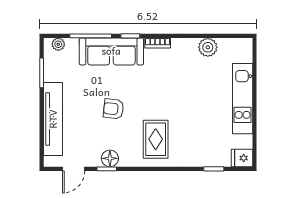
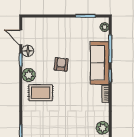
tv unit: (53, 119) -> (54, 24), removed
plant: (129, 157) -> (29, 75), added
floor lamp: (110, 158) -> (28, 51), moved

